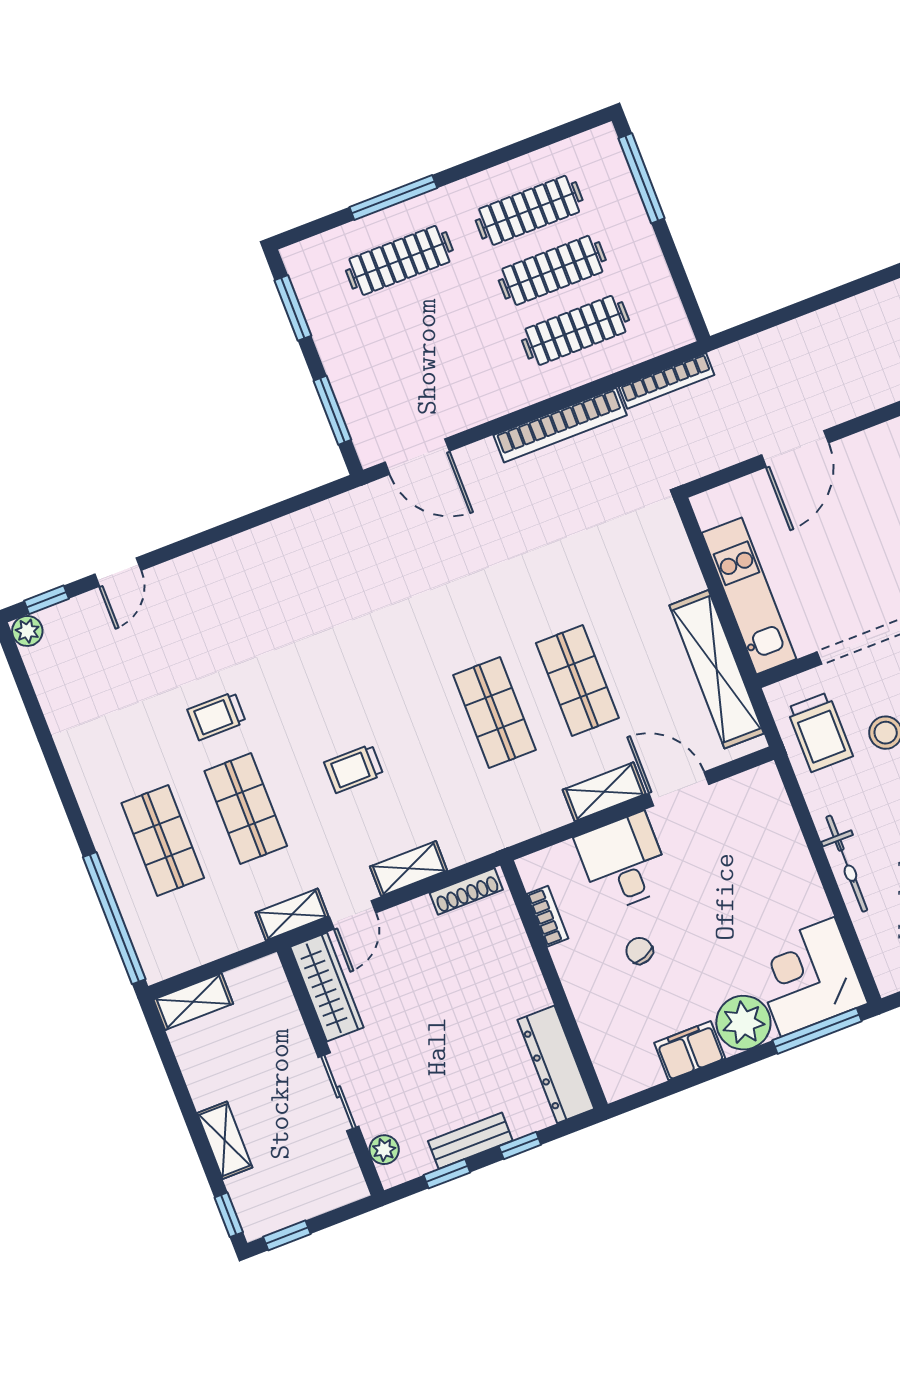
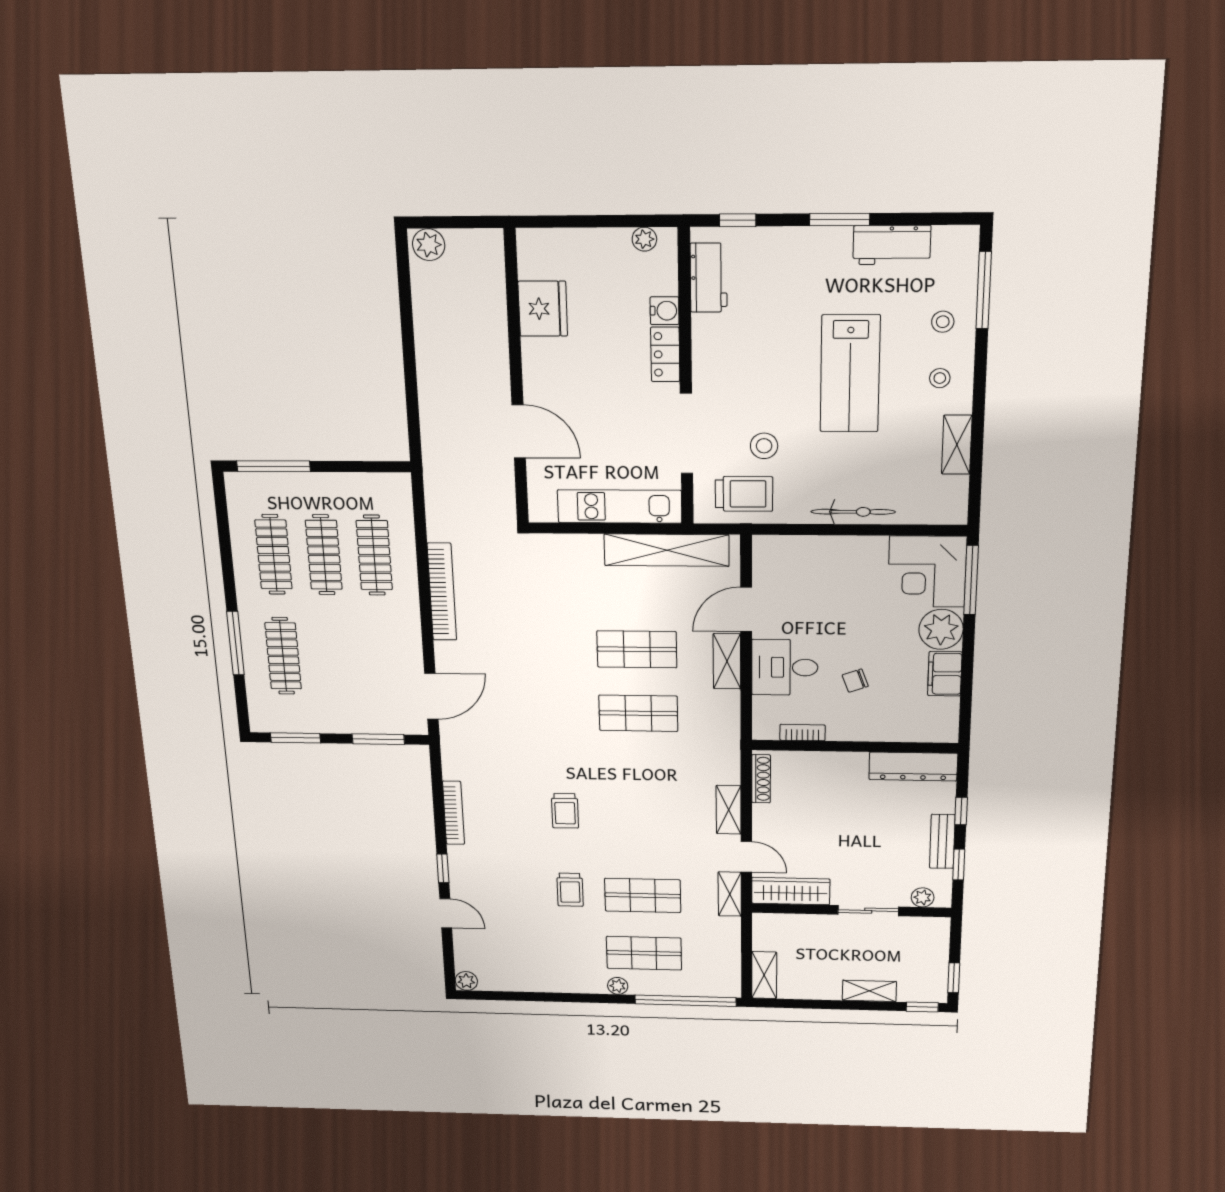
bookcase: (667, 381) -> (453, 813), moved
window: (46, 600) -> (443, 868), moved
trolley: (354, 769) -> (565, 811), moved
plant: (101, 825) -> (618, 986), added

